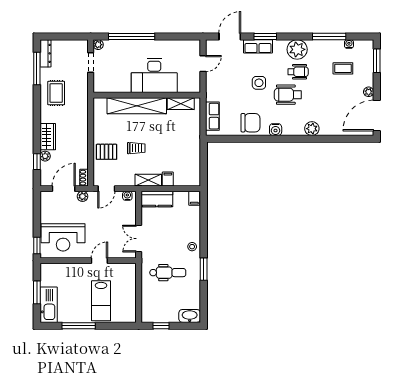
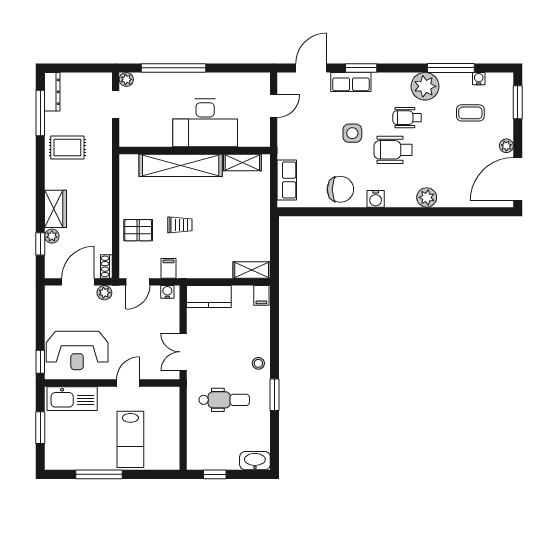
plant: (297, 49) -> (425, 86), moved
wheelchair: (298, 72) -> (407, 118), turned 180
rug: (56, 93) -> (67, 148), turned 90
filing cabinet: (168, 179) -> (169, 268), moved
shelving: (148, 180) -> (252, 270), moved
kitchen sink: (49, 305) -> (72, 399), moved, turned 90

